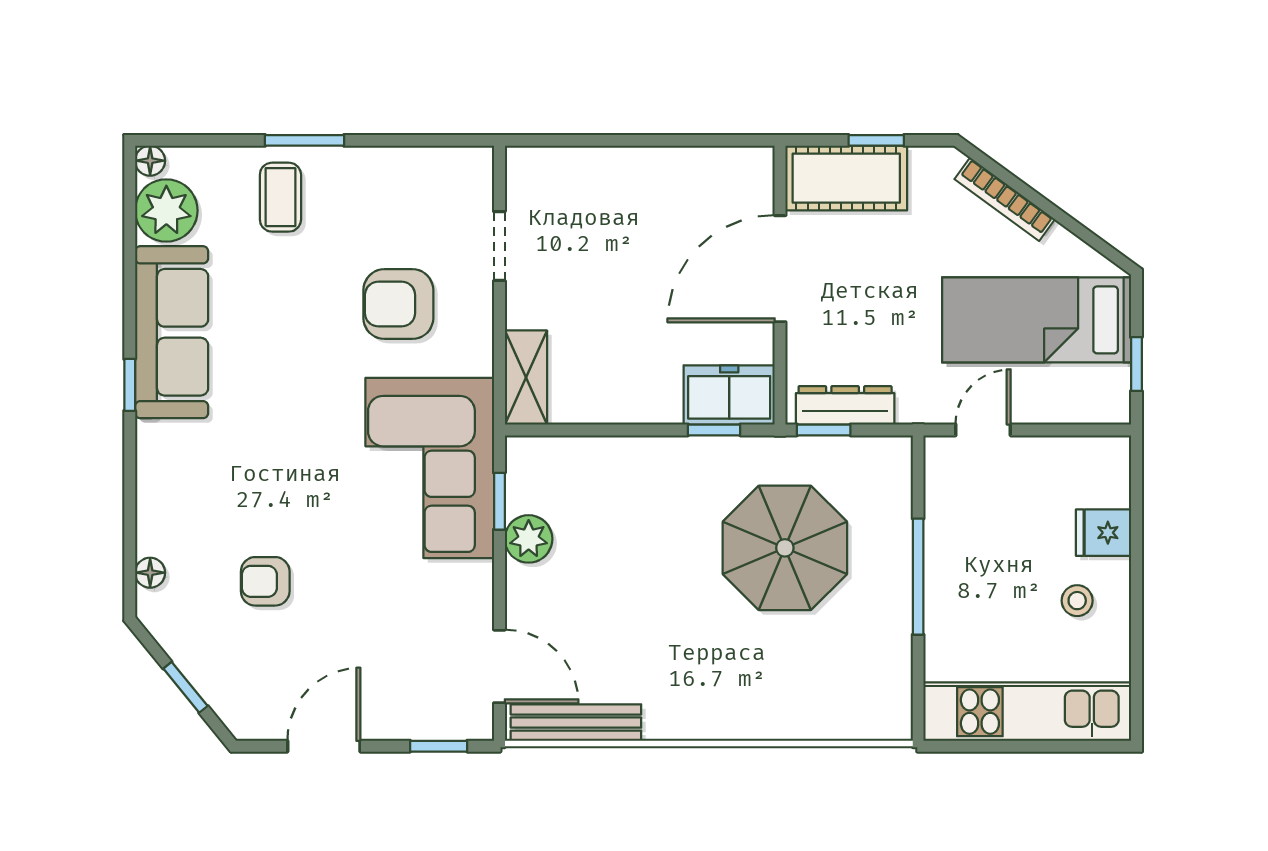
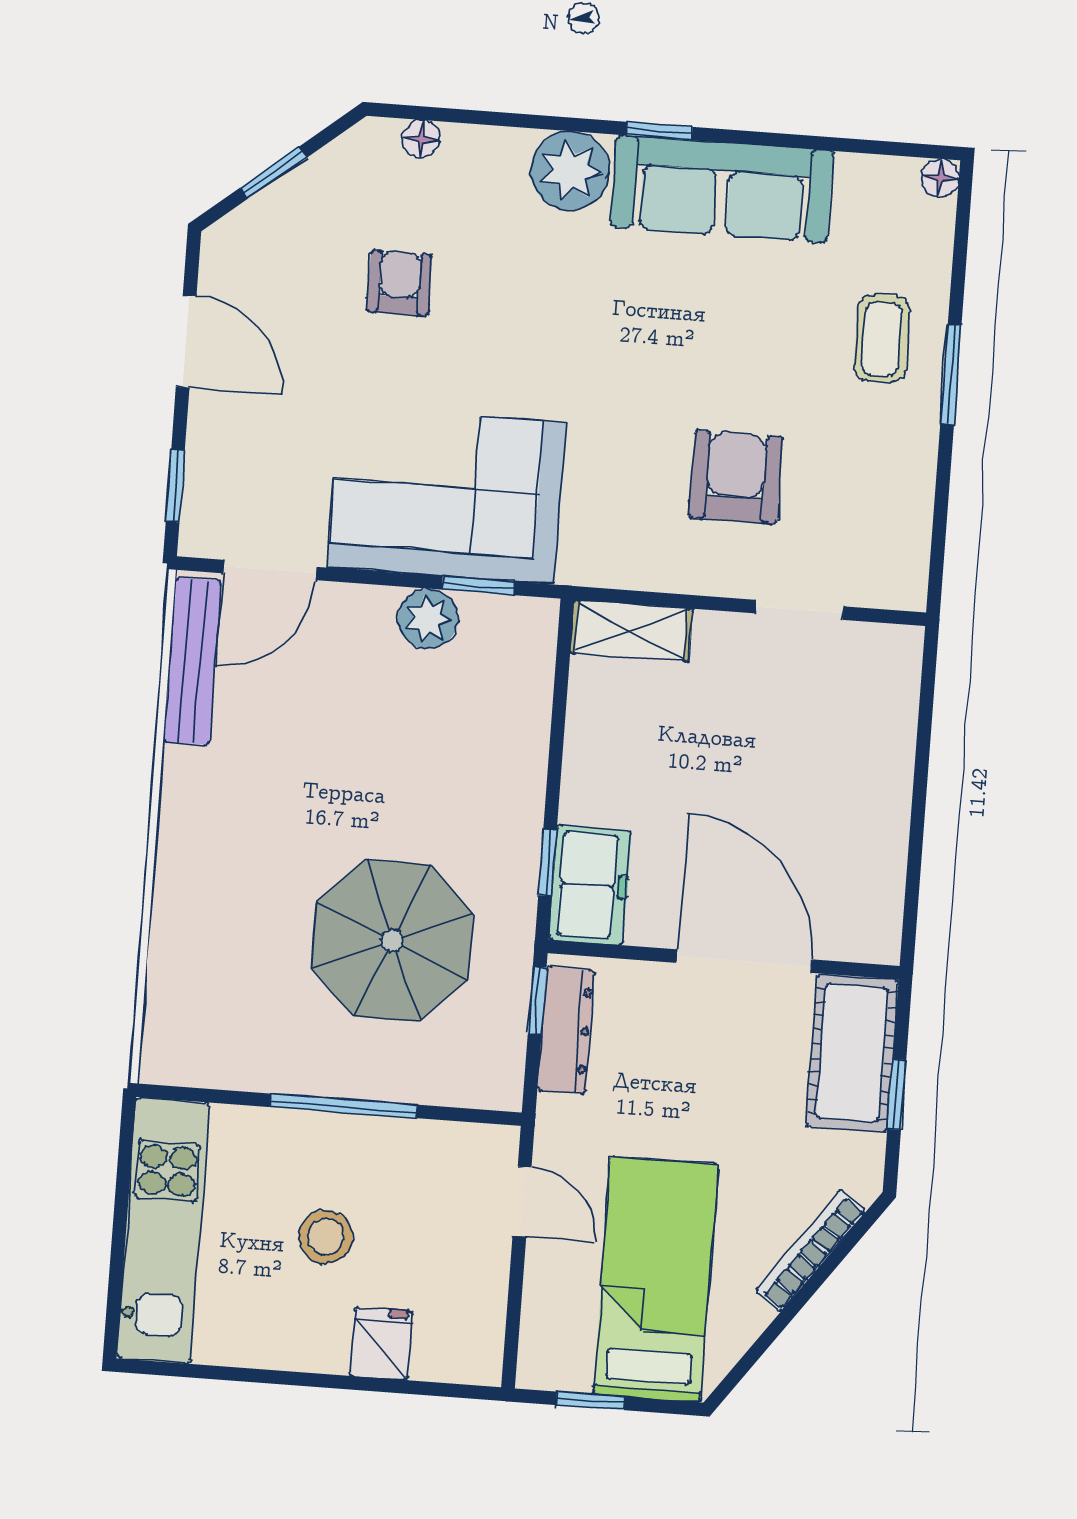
coffee table: (280, 197) -> (882, 339), turned 90
plant: (166, 210) -> (570, 171), moved
corner sofa: (430, 468) -> (447, 495), moved
stool: (1077, 601) -> (326, 1237), moved, width x1.37, depth x1.37

